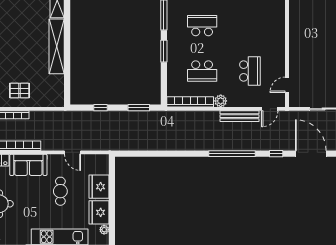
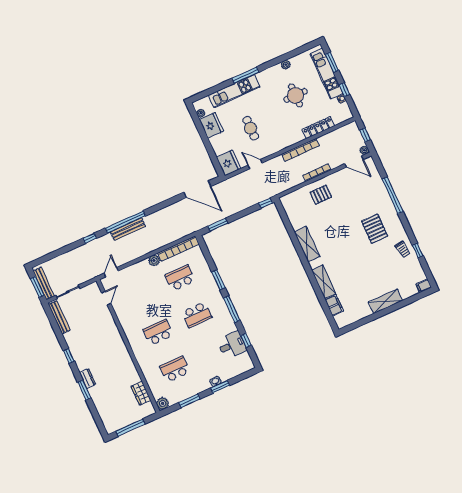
shelving: (57, 46) -> (307, 244), width x0.68
school desk: (250, 71) -> (158, 332), moved, turned 90
window: (100, 108) -> (265, 203), moved
bench: (240, 116) -> (128, 229), moved
door: (311, 154) -> (197, 189), moved
sofa: (28, 165) -> (286, 138), removed
fridge: (99, 187) -> (229, 163), moved

